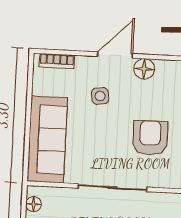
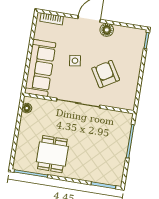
side table: (100, 96) -> (75, 61), moved
armchair: (150, 138) -> (106, 74), turned -31

